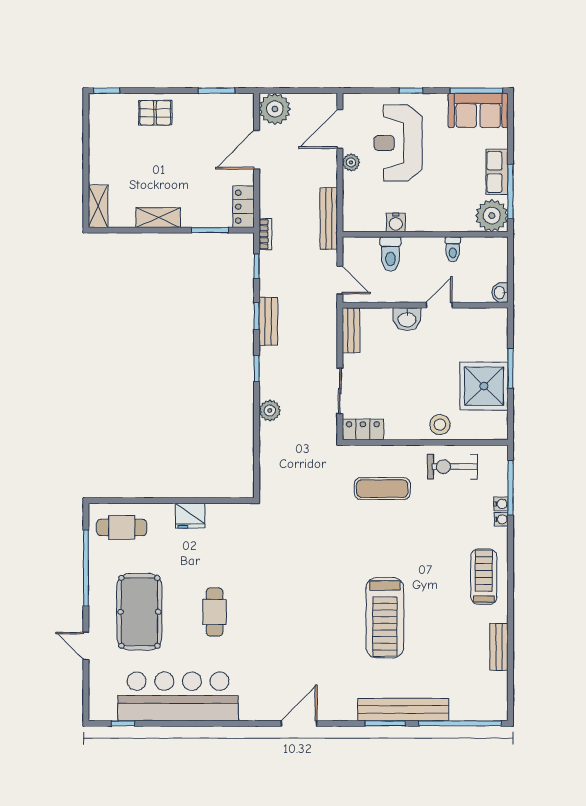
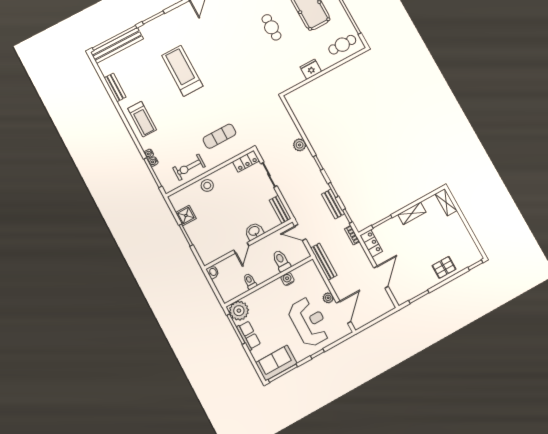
plant: (275, 109) -> (383, 304), removed
bench: (268, 321) -> (333, 204), moved
shower: (484, 386) -> (186, 216), width x0.54, depth x0.54
exercise bike: (452, 467) -> (189, 167), turned 180
bench: (403, 710) -> (117, 46), moved

